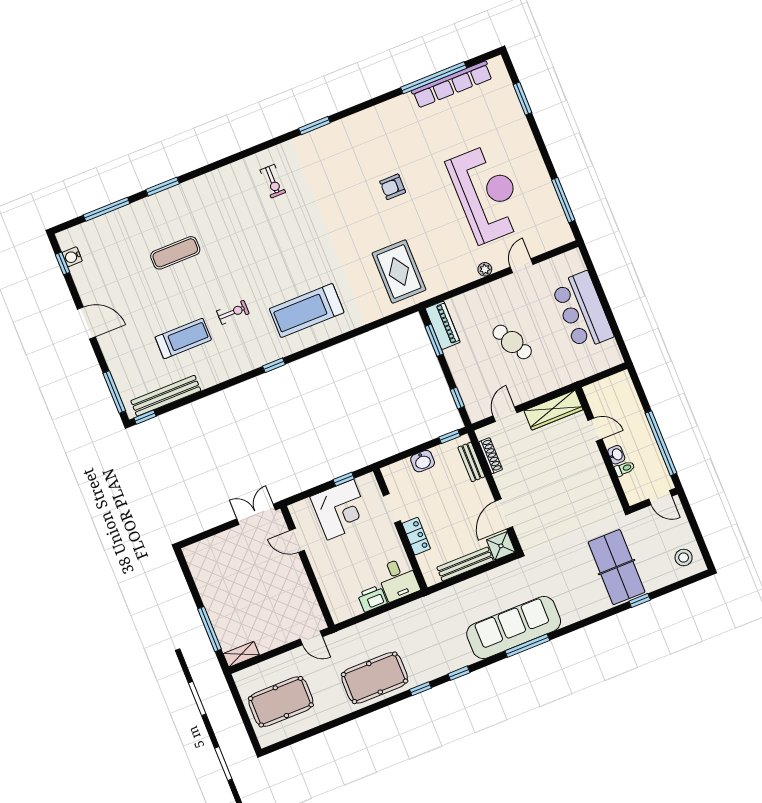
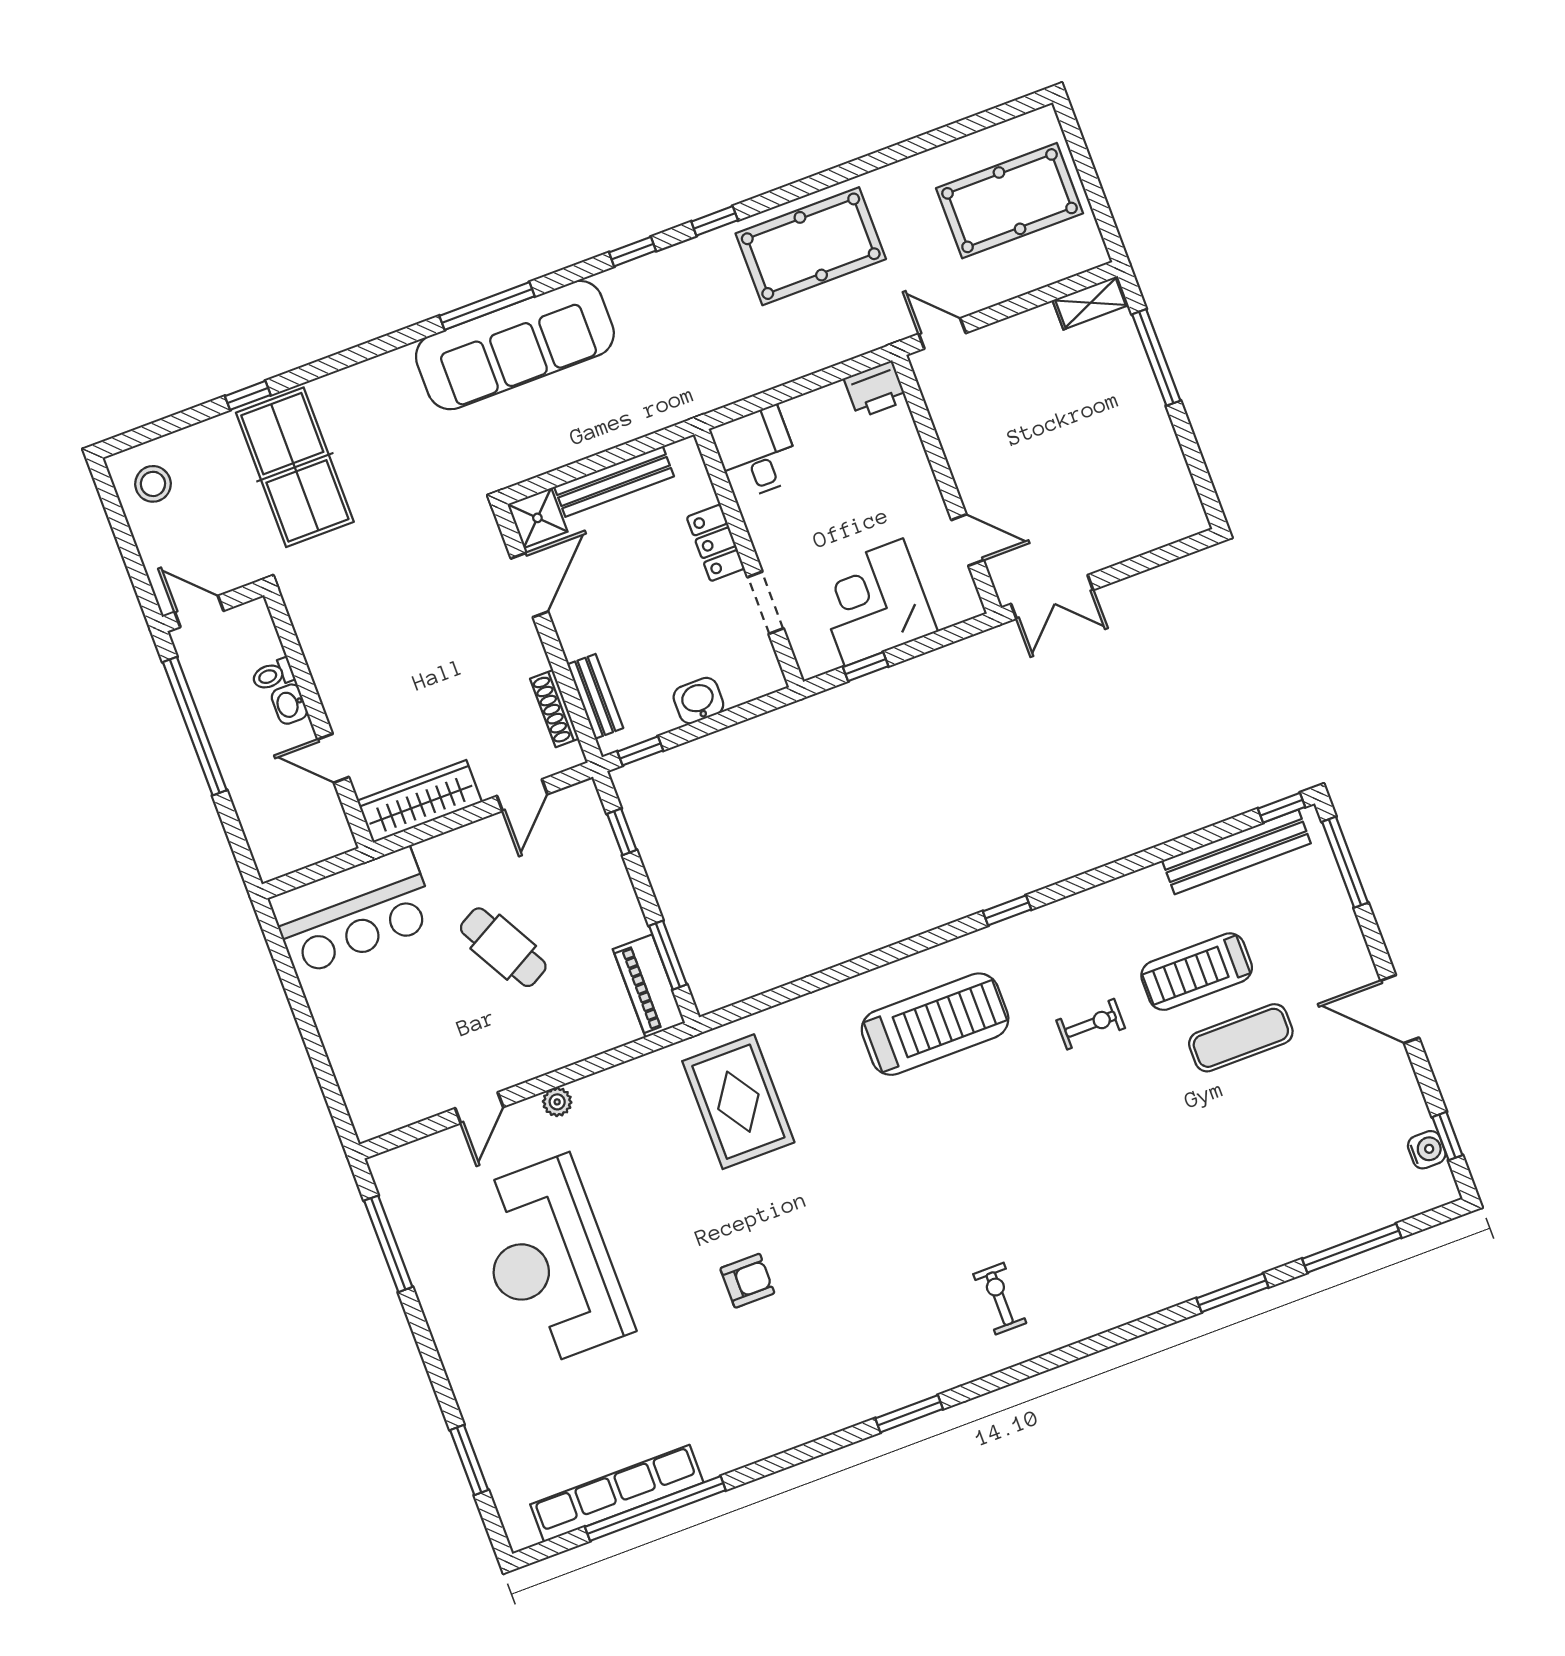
exercise mat: (175, 253) -> (1241, 1038), moved
bar counter: (582, 311) -> (353, 911), moved, turned 90
exercise bike: (233, 312) -> (1091, 1024), turned 180
printer: (372, 599) -> (875, 389), moved

